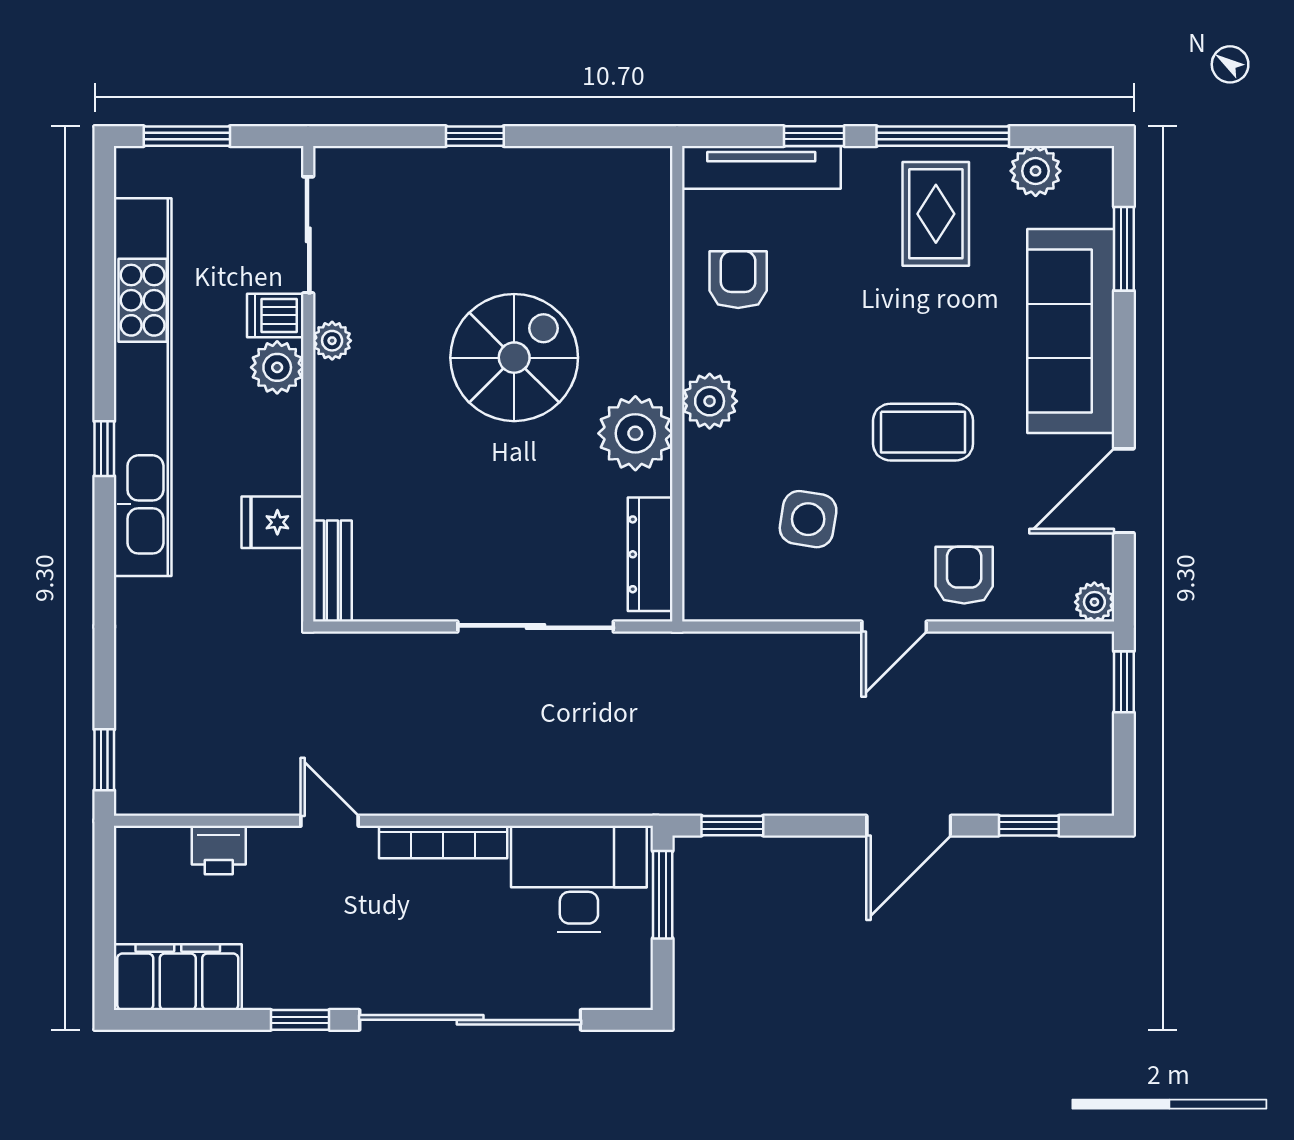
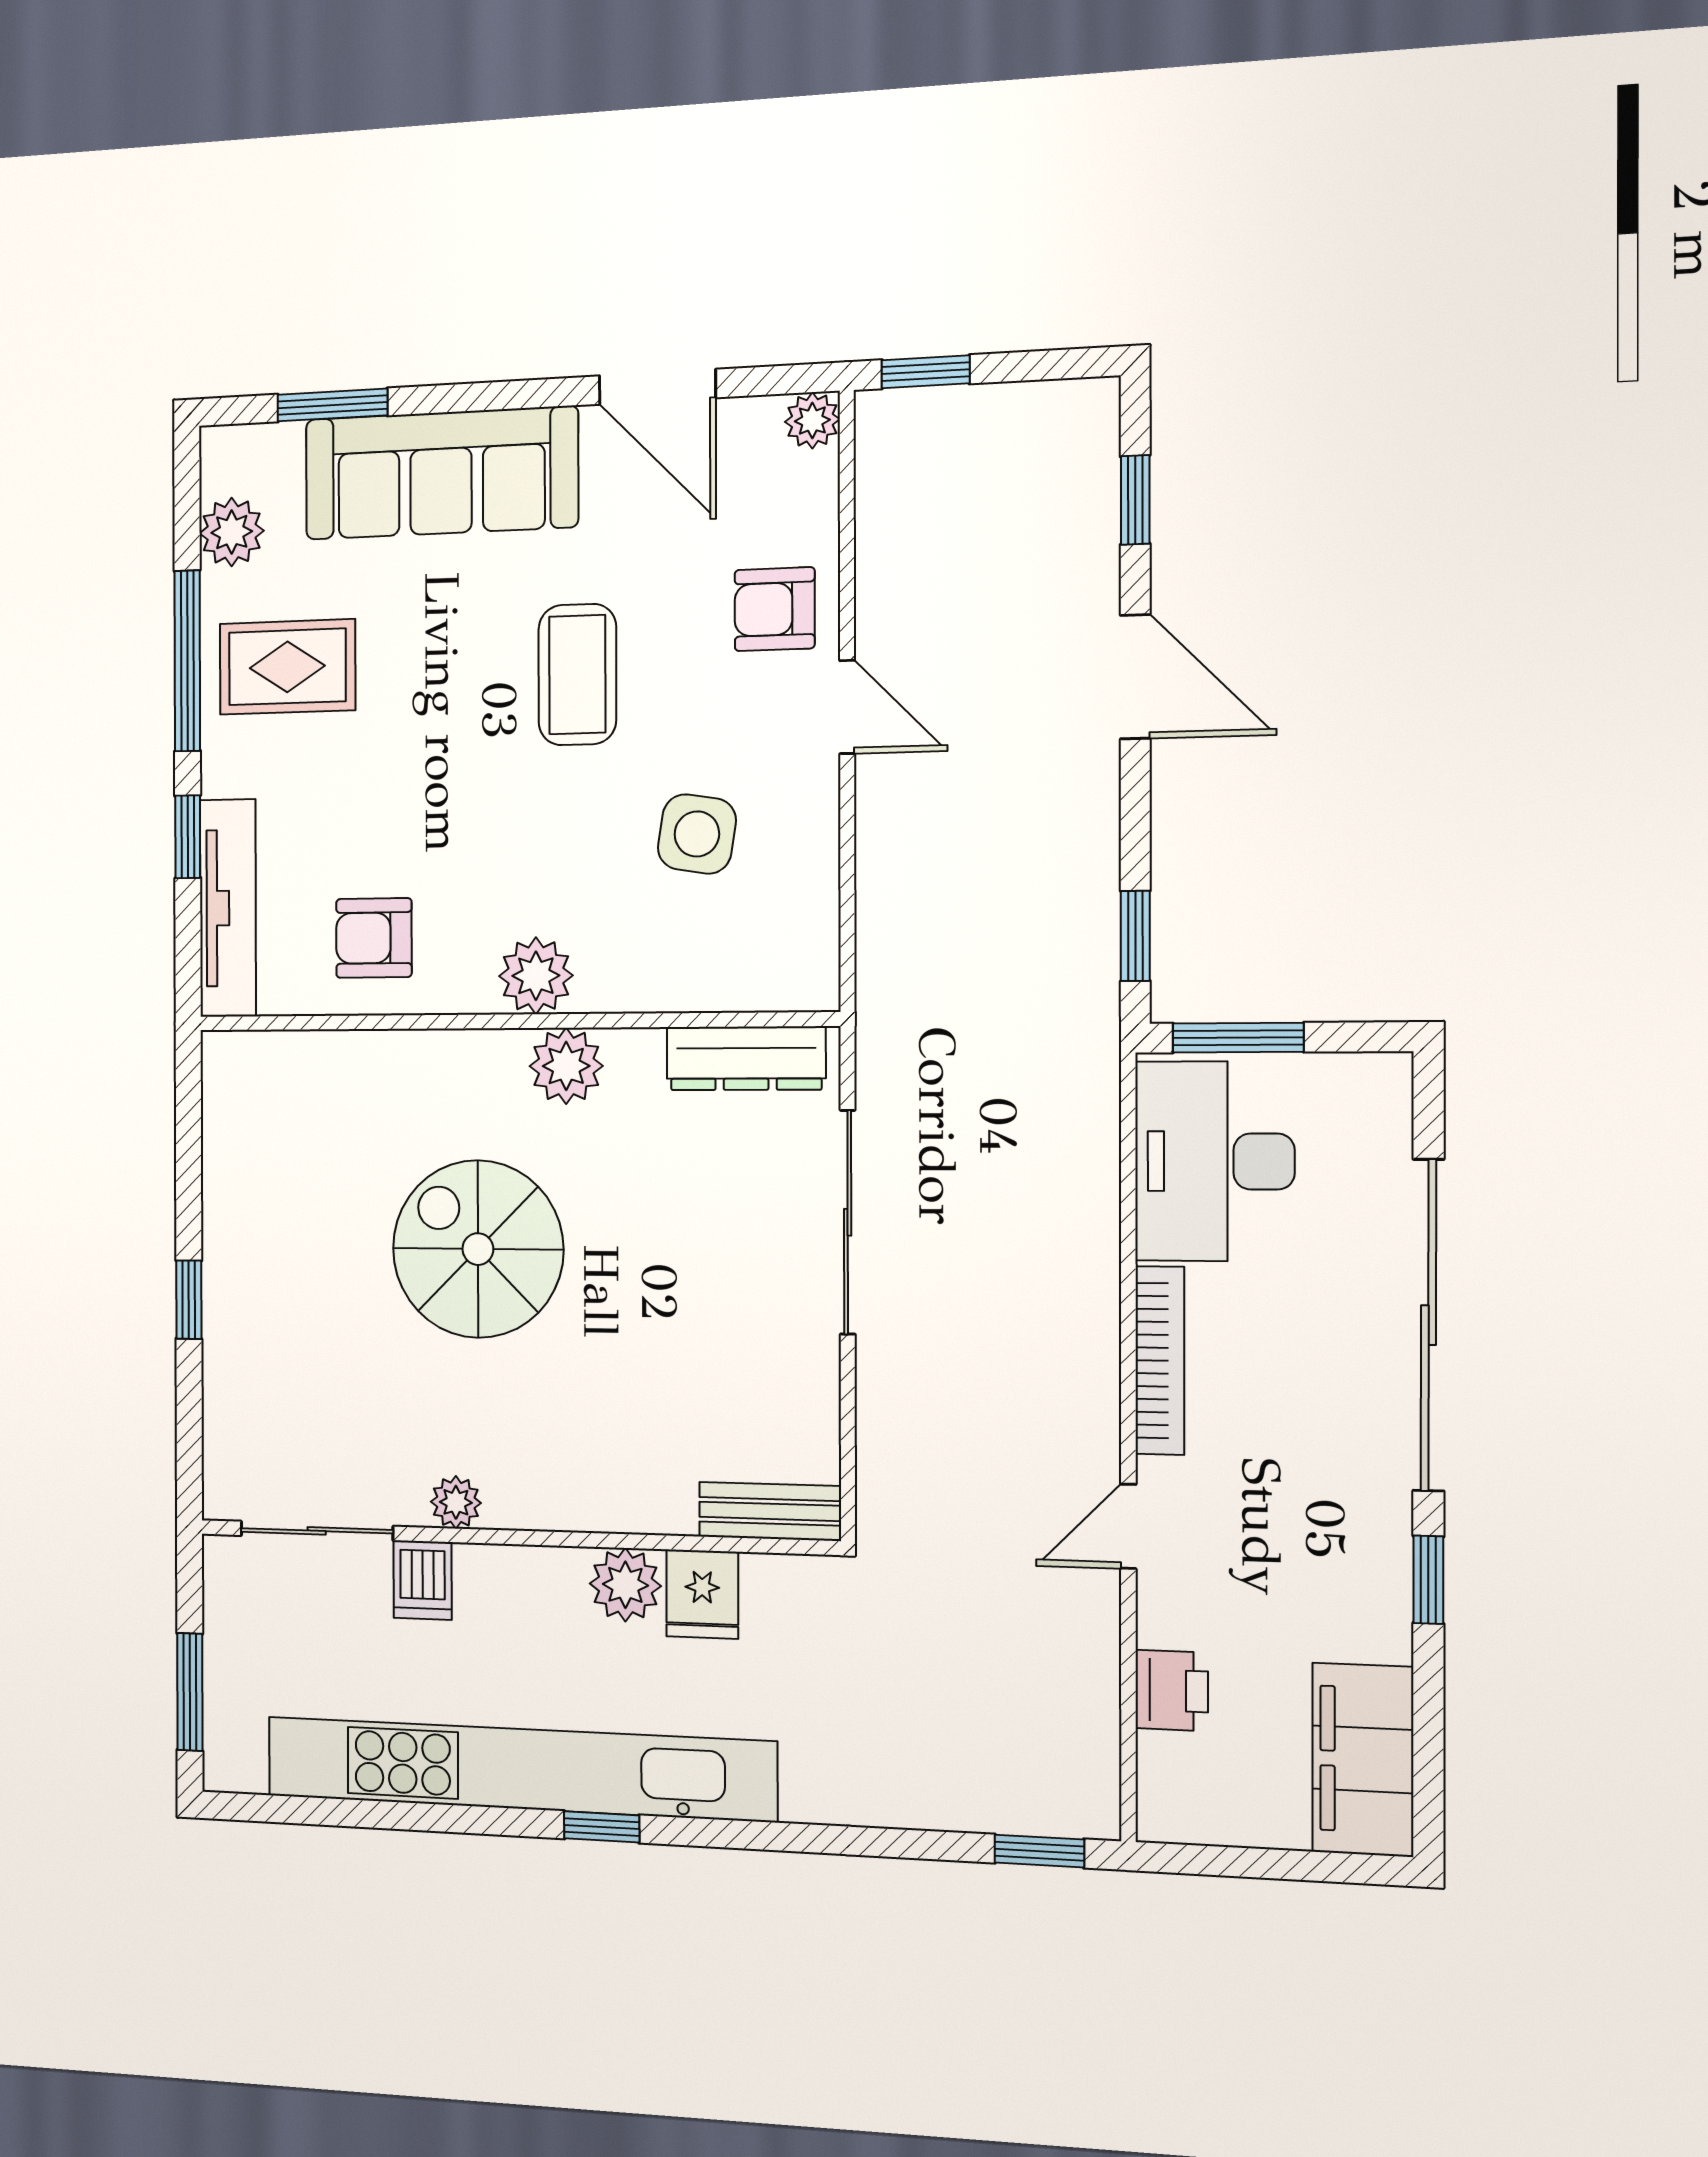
plant: (277, 367) -> (625, 1585), moved
plant: (635, 433) -> (566, 1066), width x0.73, depth x0.73

